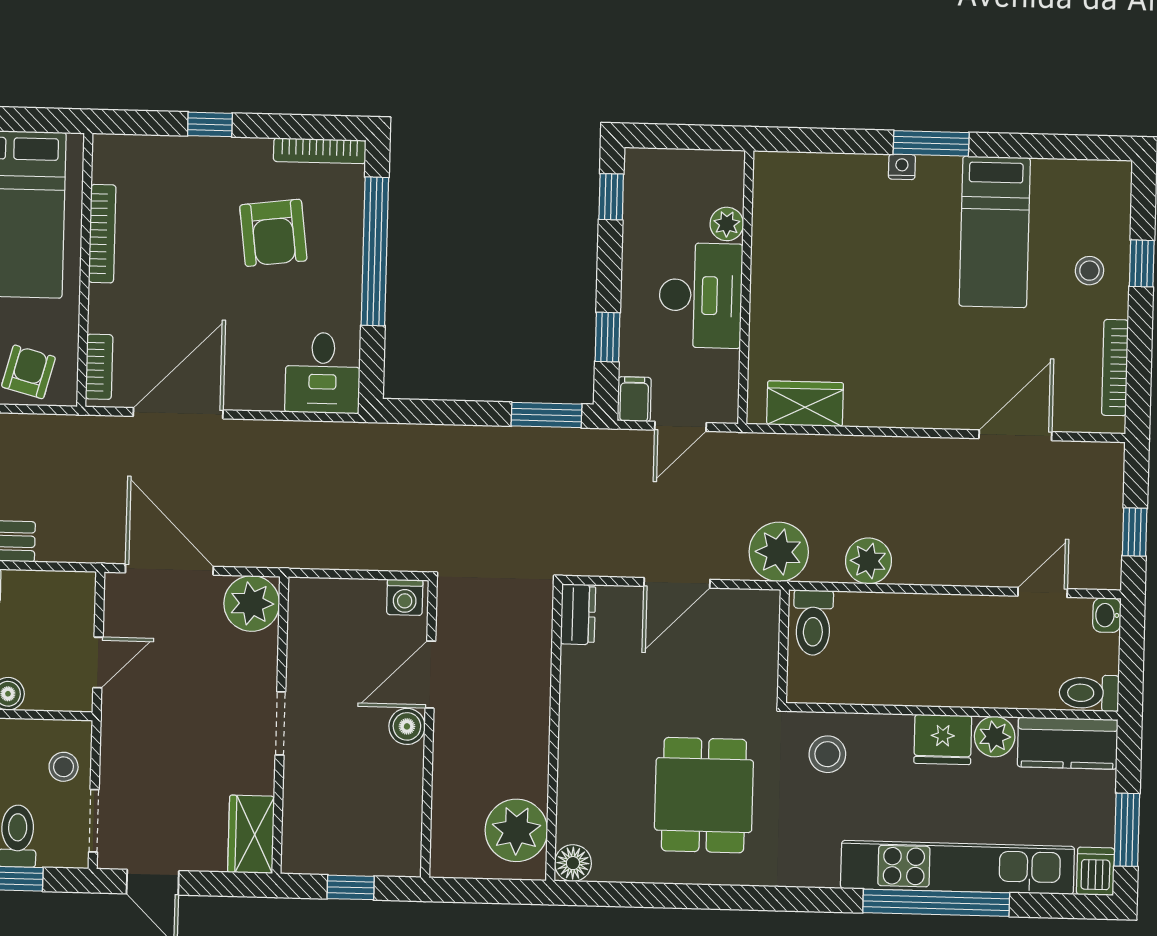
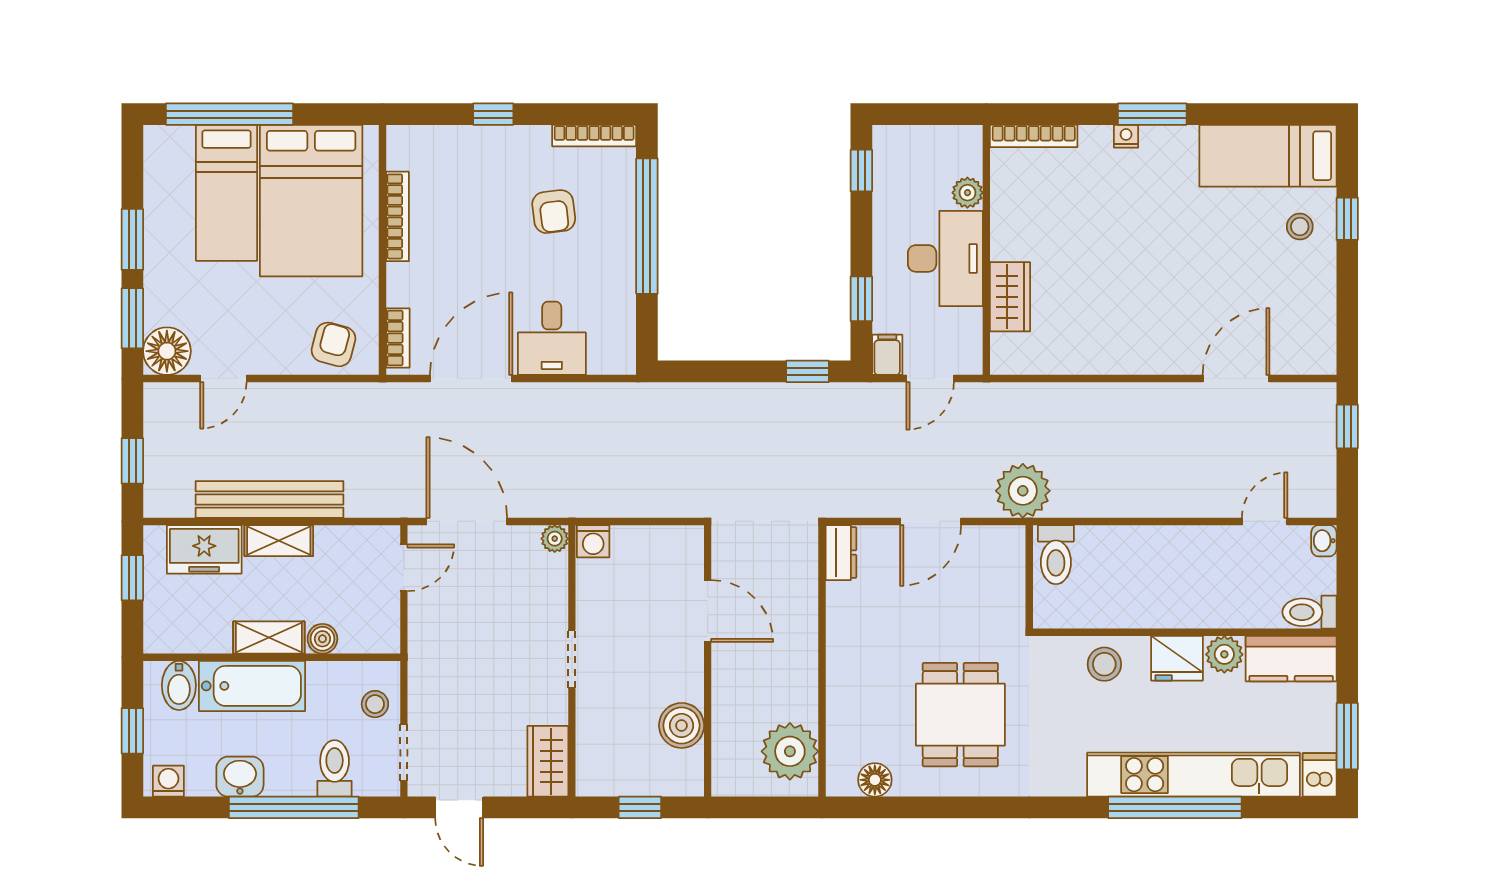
bed: (995, 232) -> (1268, 156), moved, turned 90
armchair: (273, 233) -> (554, 212), width x0.72, depth x0.72
bookcase: (1115, 368) -> (1034, 136), moved, turned -90
desk: (323, 373) -> (552, 338), moved
wardrobe: (805, 404) -> (1010, 297), moved, turned 90
window: (546, 415) -> (807, 371), width x0.67
window: (1135, 532) -> (1347, 426), moved
plant: (868, 561) -> (1105, 497), removed
washing machine: (405, 597) -> (593, 541), moved
plant: (252, 603) -> (555, 539), width x0.53, depth x0.53
door: (98, 662) -> (404, 568), moved
door: (430, 675) -> (708, 611), swing flipped
boiler: (407, 726) -> (682, 725), moved, width x1.36, depth x1.36
stool: (827, 754) -> (1104, 664), moved
floor lamp: (573, 863) -> (875, 780), moved

